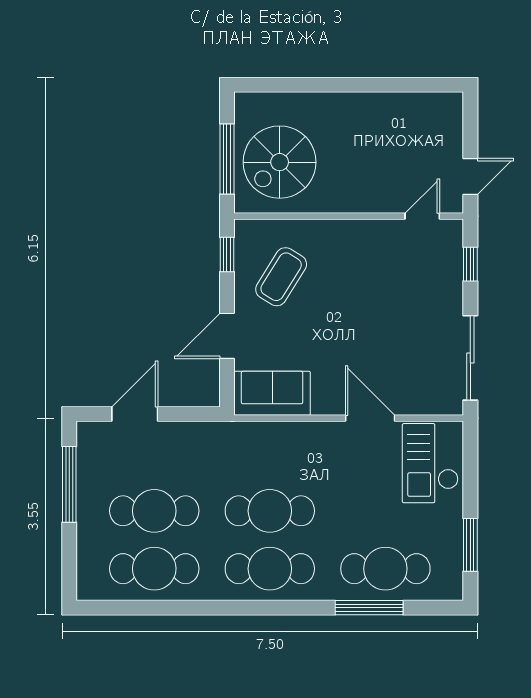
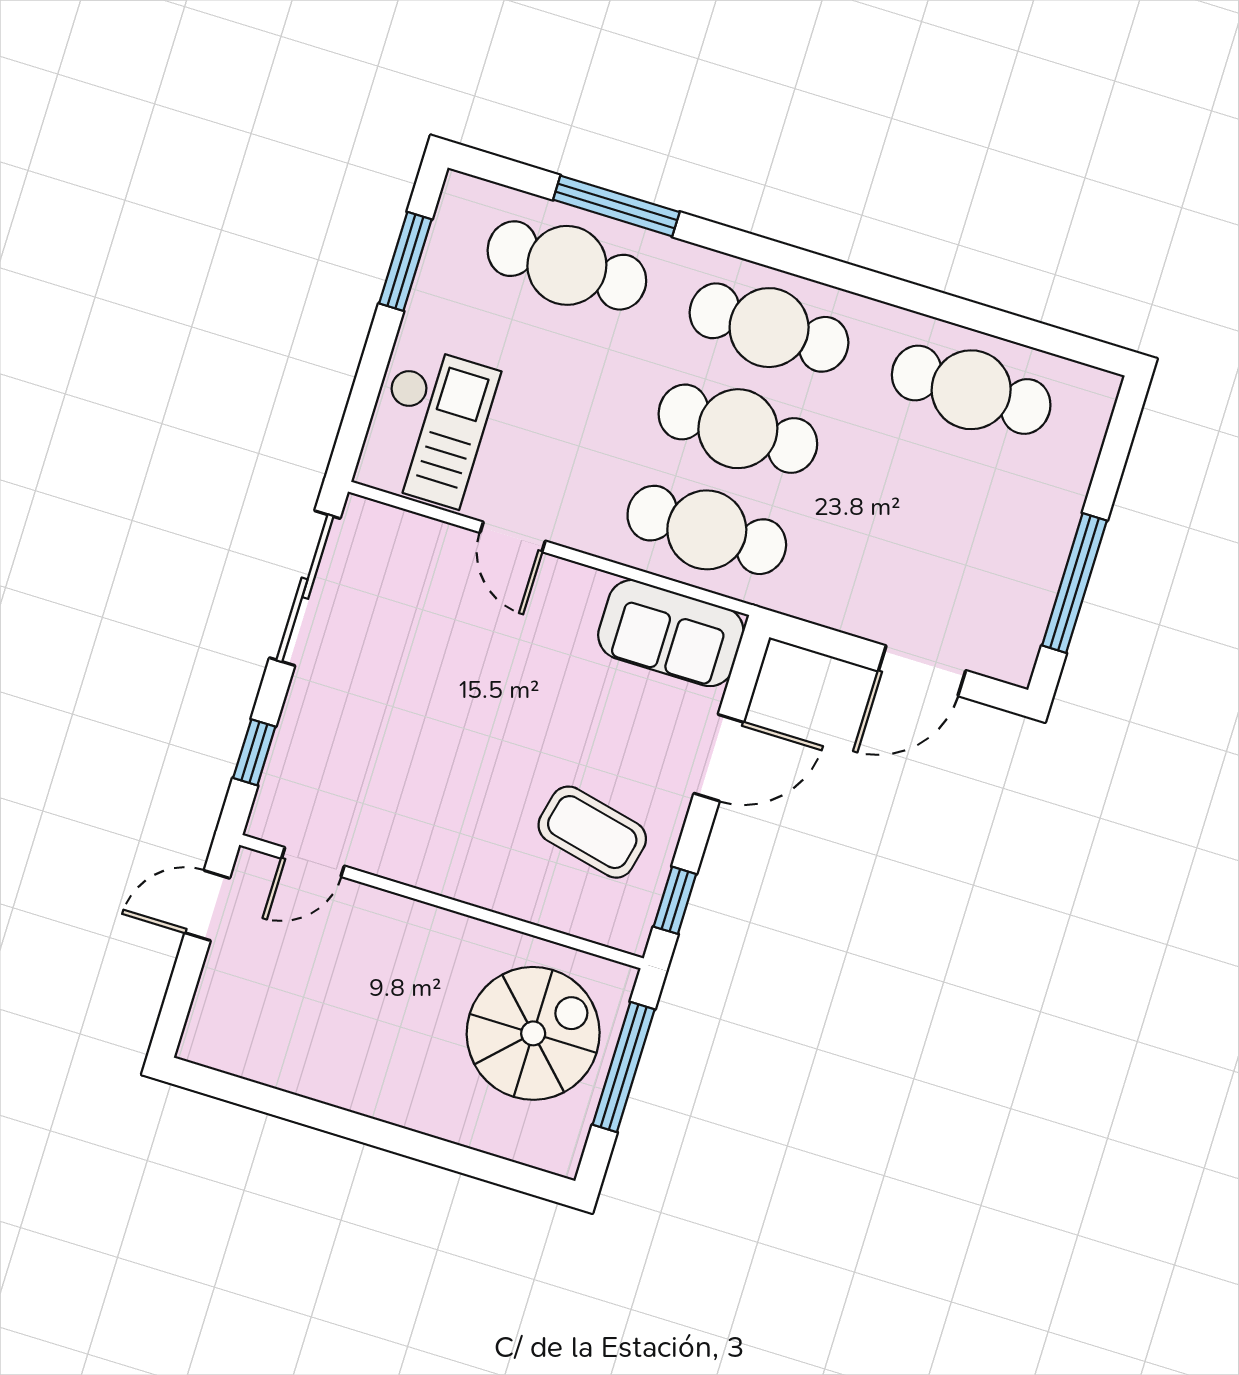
coffee table: (281, 277) -> (592, 832), turned 71
door: (370, 418) -> (513, 537), width x0.73
cafe table: (154, 511) -> (707, 530), moved

